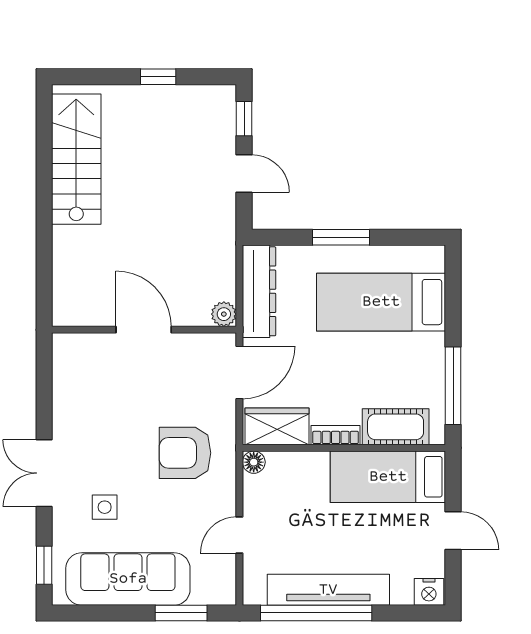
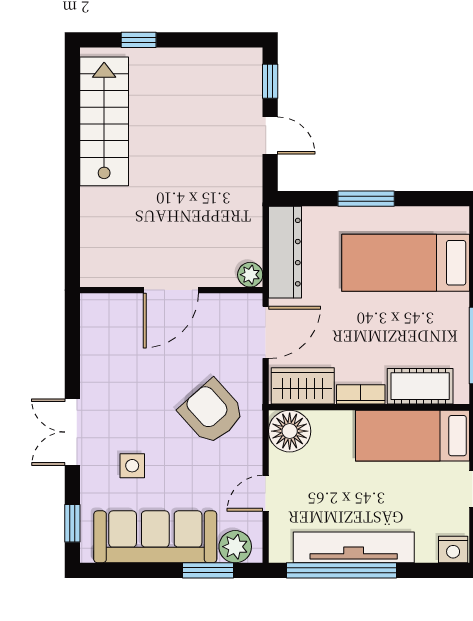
window: (158, 77) -> (139, 40), moved
door: (144, 330) -> (171, 290), swing flipped
armchair: (185, 453) -> (212, 412), turned 48
floor lamp: (254, 462) -> (290, 431), width x1.89, depth x1.89
plant: (209, 589) -> (235, 547), added

